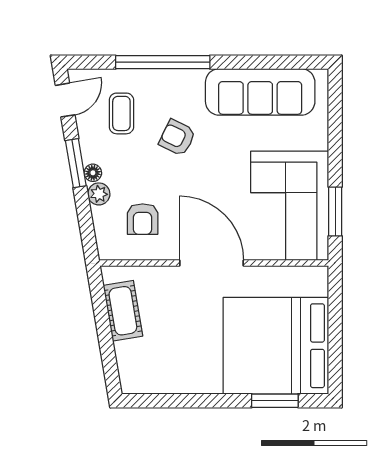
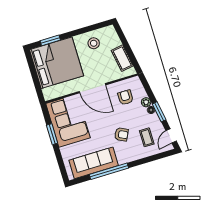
window: (163, 62) -> (109, 171), moved
window: (335, 212) -> (52, 134), moved
stool: (178, 364) -> (94, 43), added

